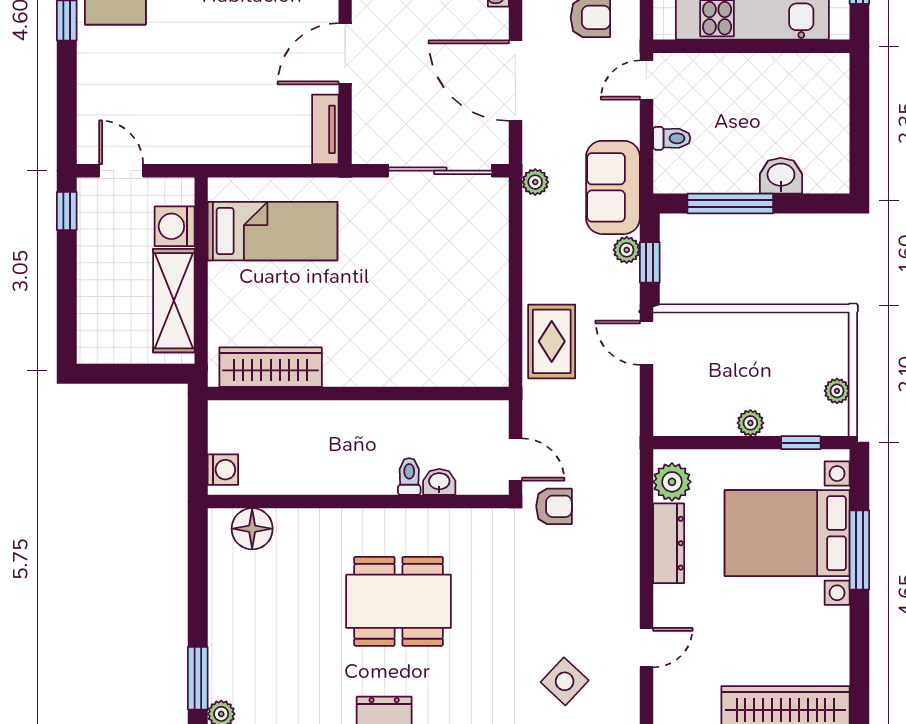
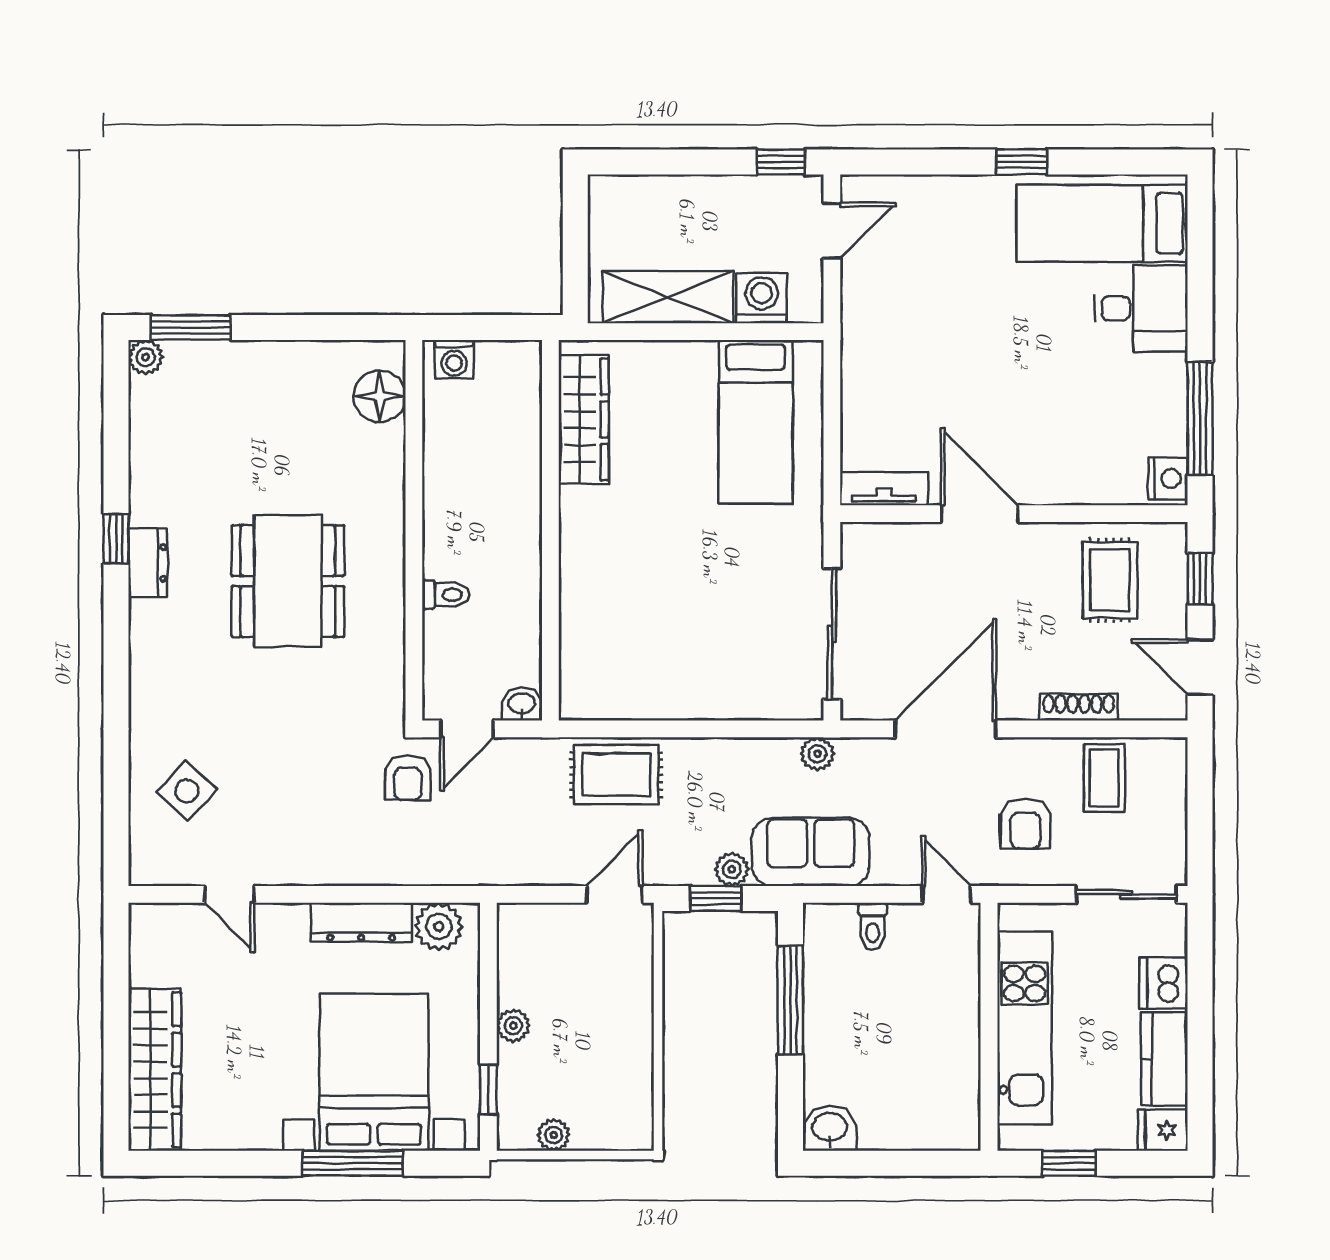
washbasin: (781, 176) -> (830, 1128), moved, turned -90
washbasin: (439, 482) -> (522, 704), moved, turned -90

